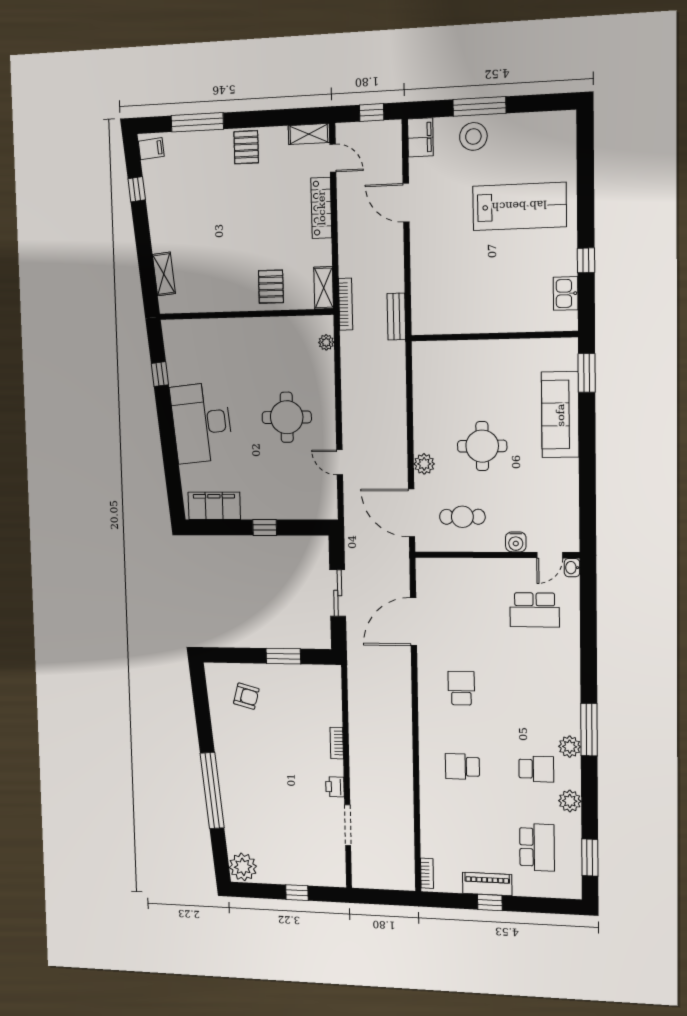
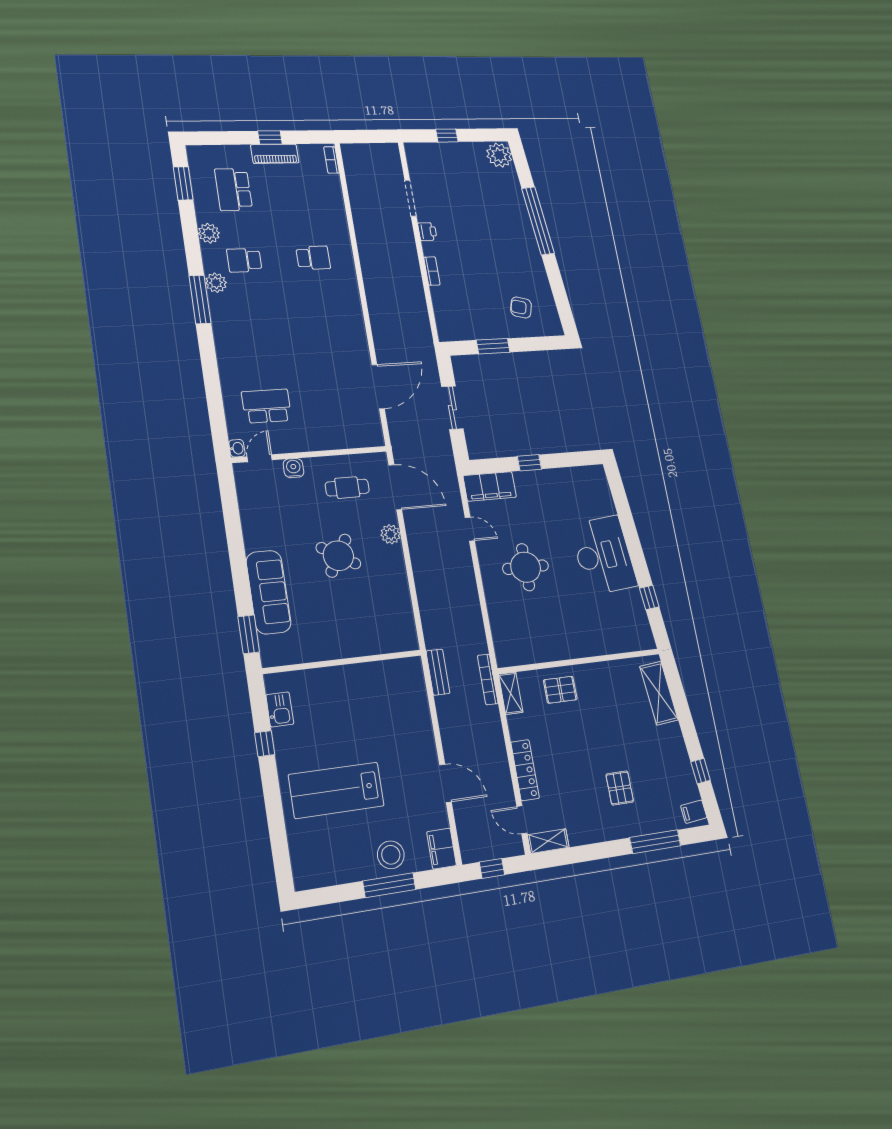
pallet: (246, 147) -> (620, 788), moved
shelving: (164, 274) -> (659, 693), width x1.50, depth x1.33
pallet: (271, 287) -> (560, 690), turned 90
plant: (326, 342) -> (500, 641), removed
round table: (482, 446) -> (338, 556), turned 31
filing cabinet: (214, 506) -> (490, 486), moved
school desk: (461, 688) -> (325, 329), removed

